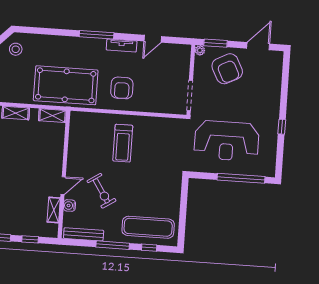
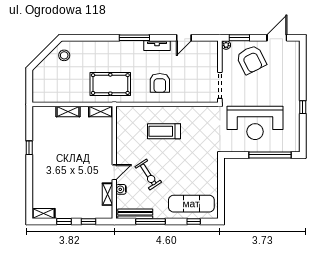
pool table: (66, 85) -> (110, 84), width x0.73, depth x0.76
treadmill: (123, 143) -> (164, 131), turned 90
window: (113, 245) -> (151, 222), moved

